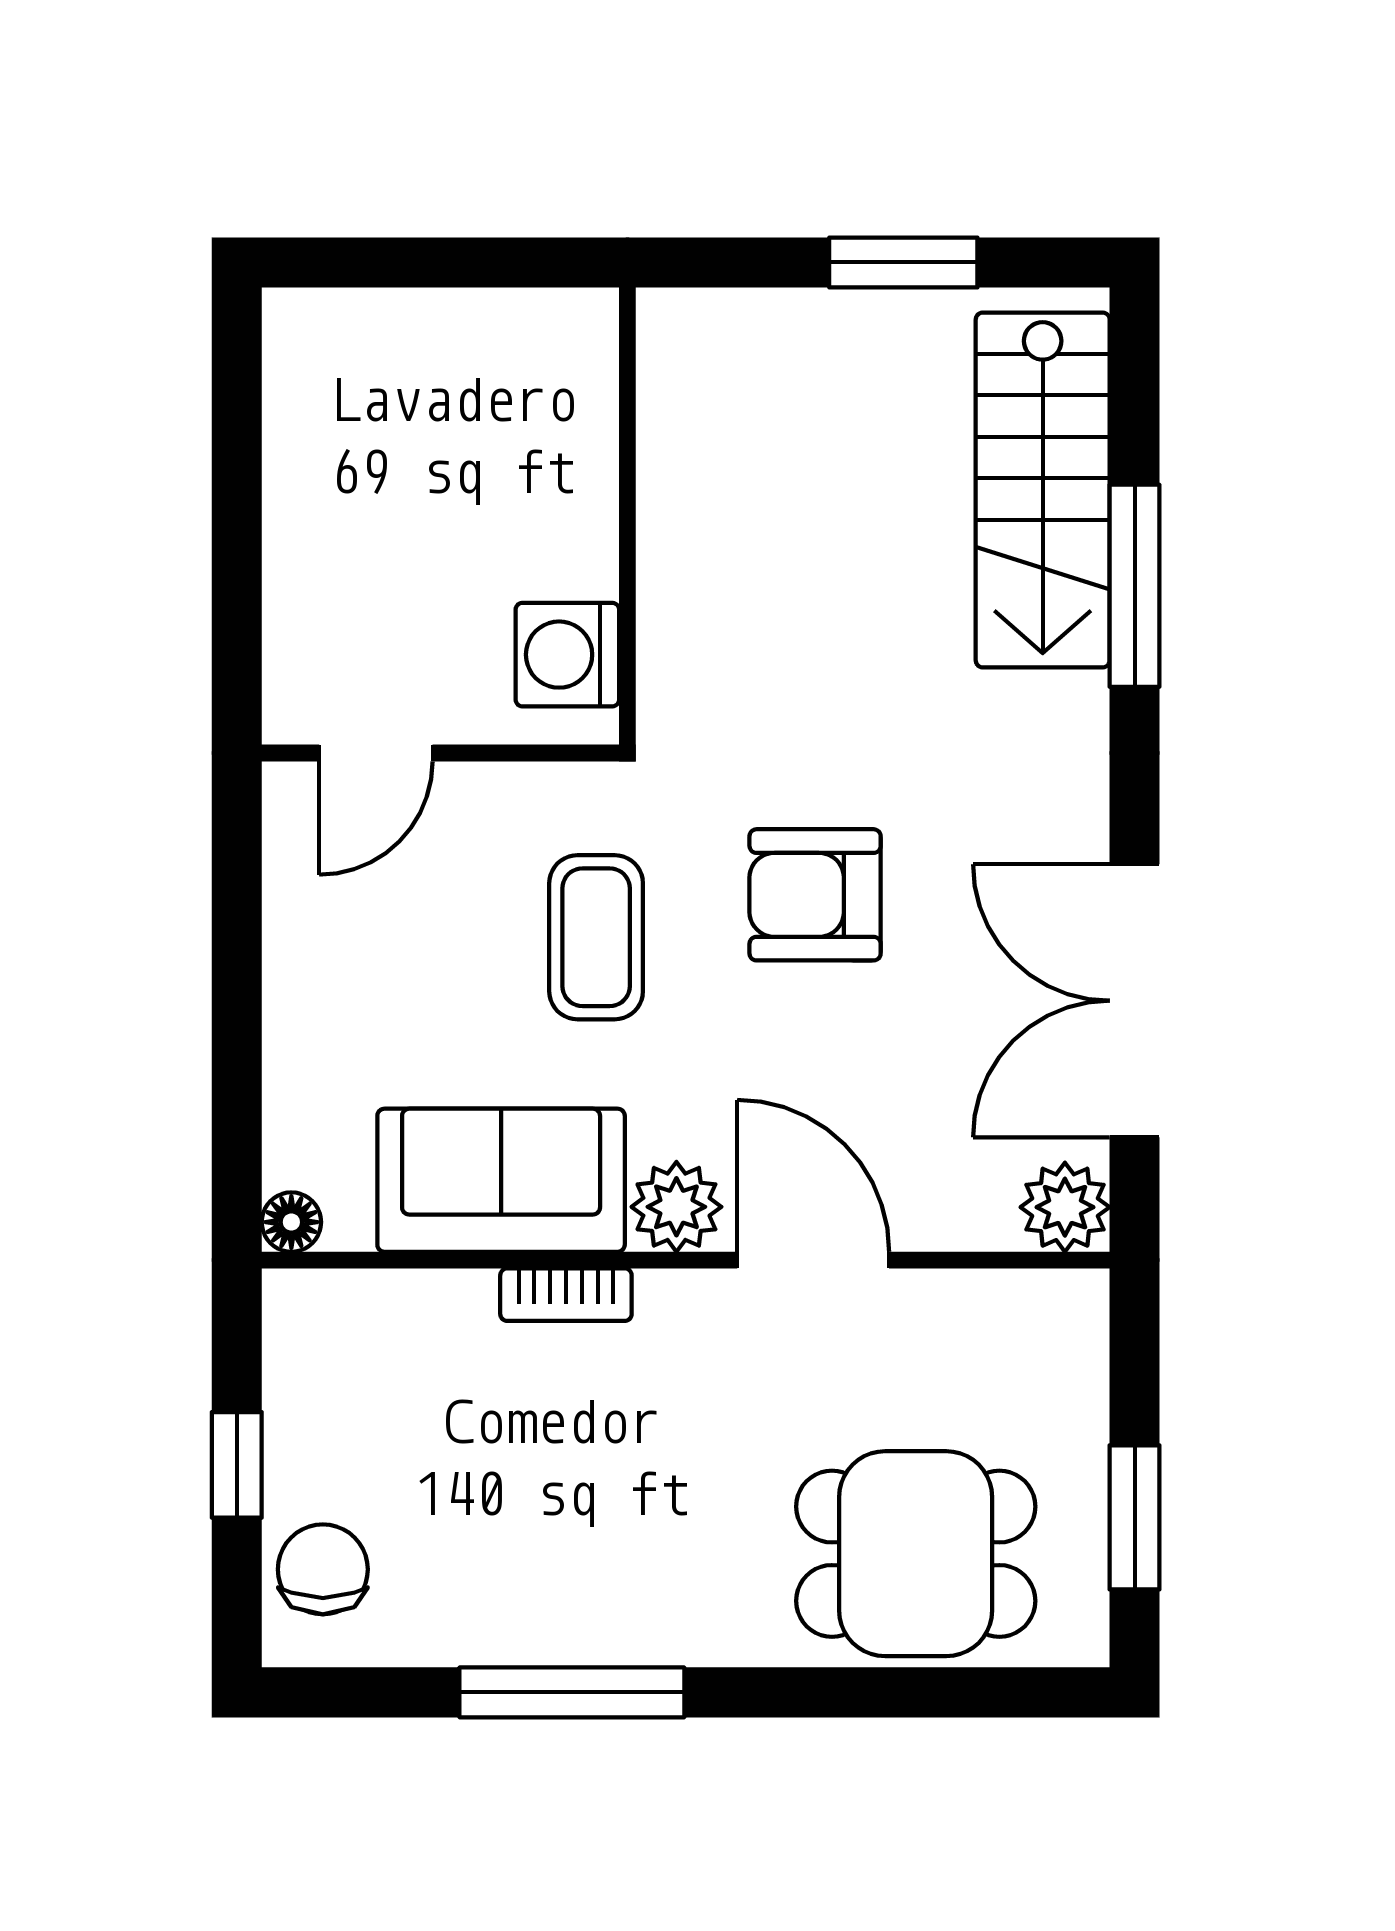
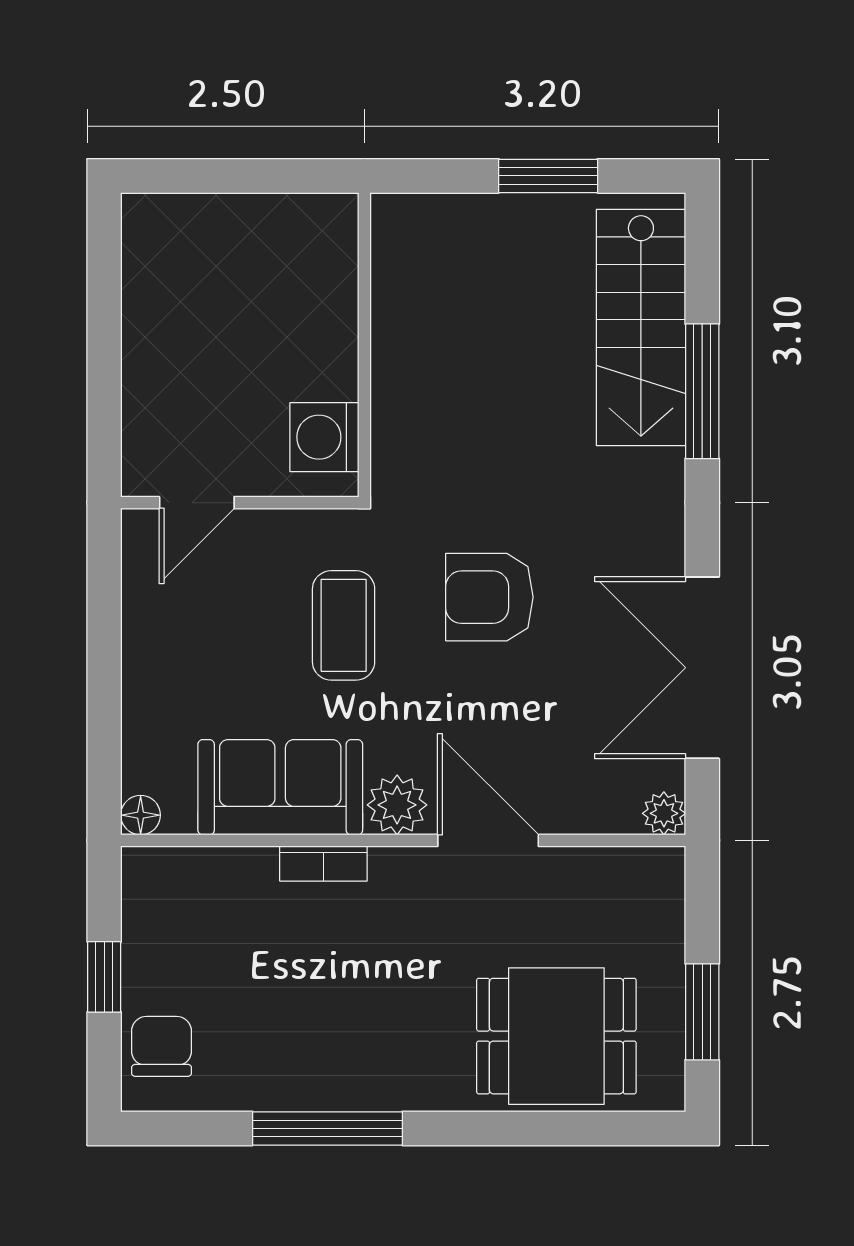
plant: (1065, 1207) -> (664, 813), width x0.73, depth x0.73

